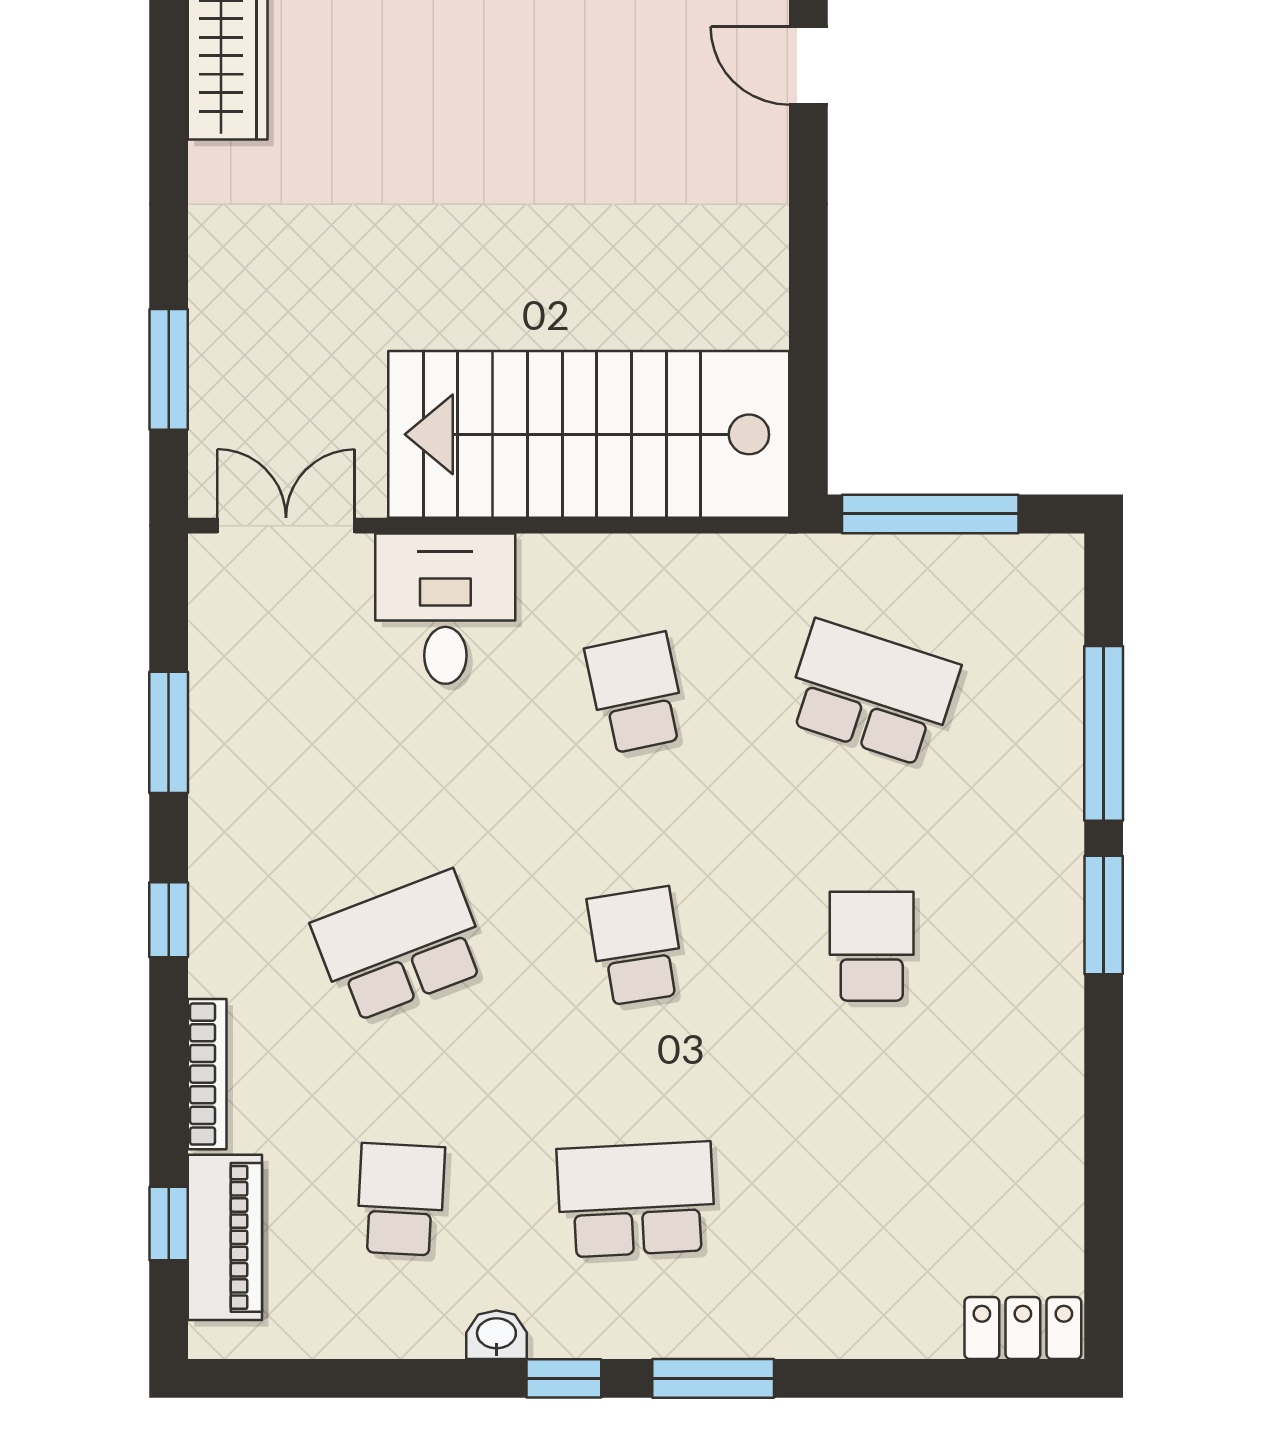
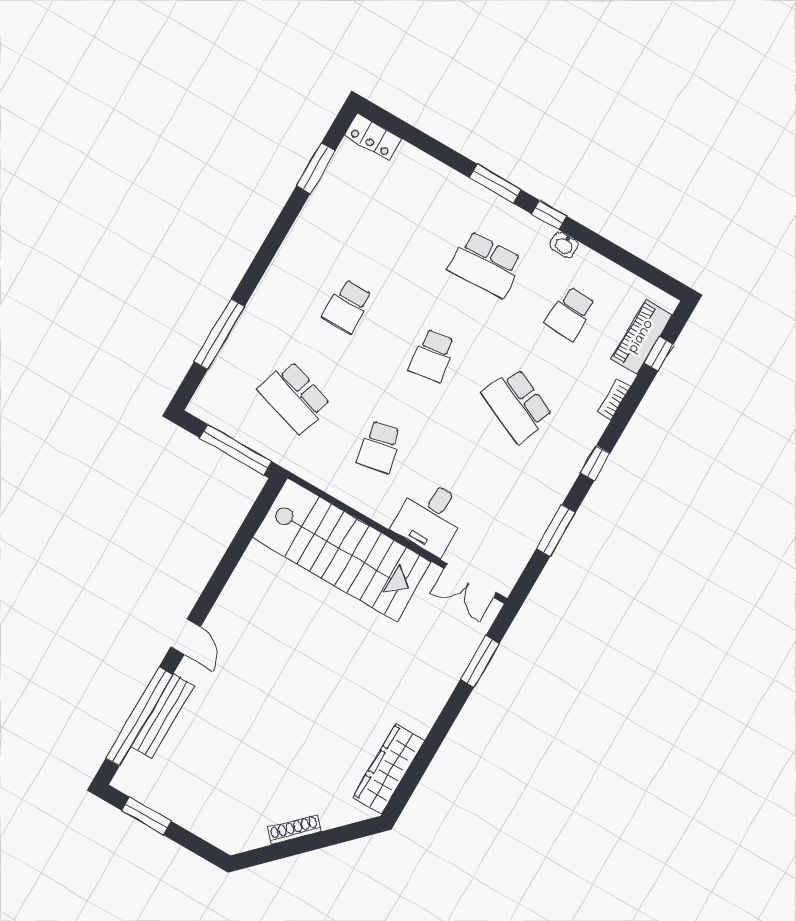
window: (1104, 915) -> (316, 168), moved
school desk: (401, 946) -> (517, 405), turned 45
bookcase: (207, 1074) -> (614, 399), width x0.64

